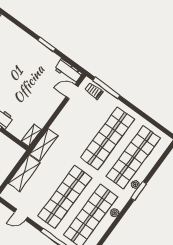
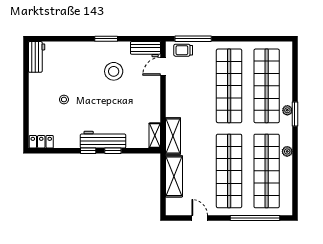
stool: (35, 71) -> (114, 71), added
door: (21, 215) -> (200, 218), swing flipped

